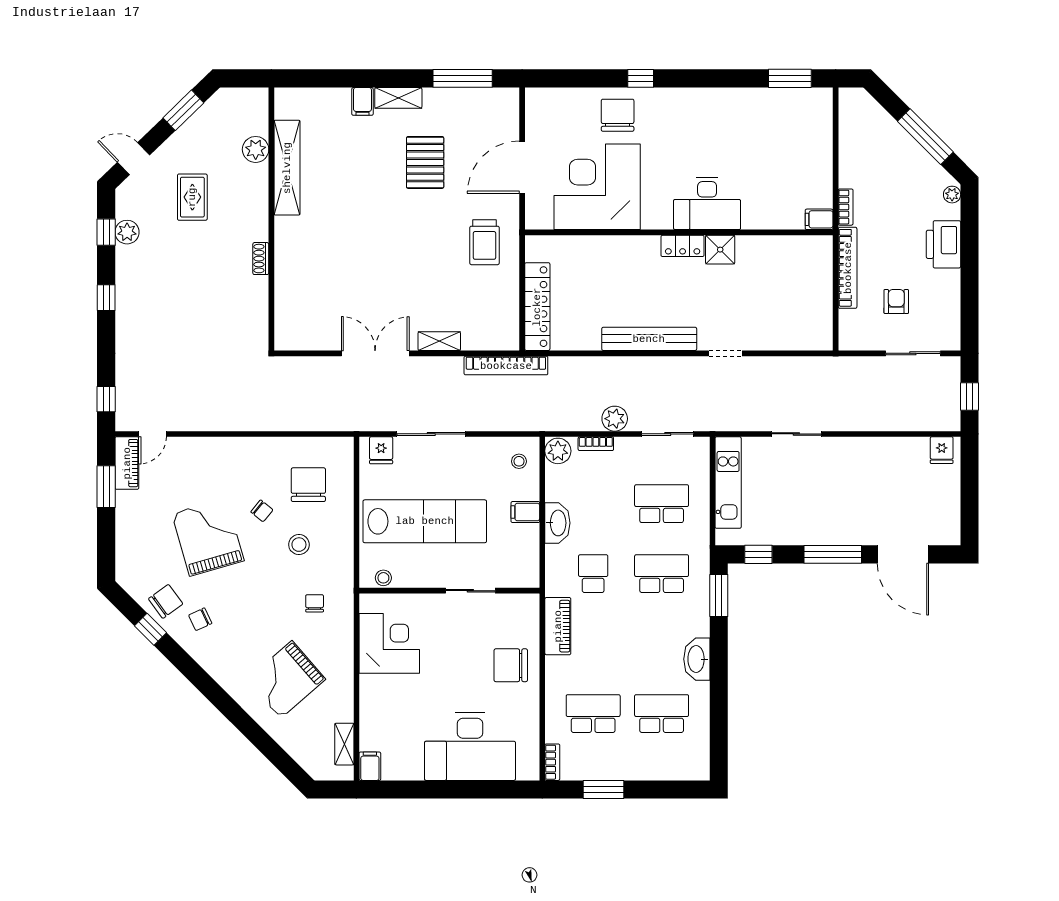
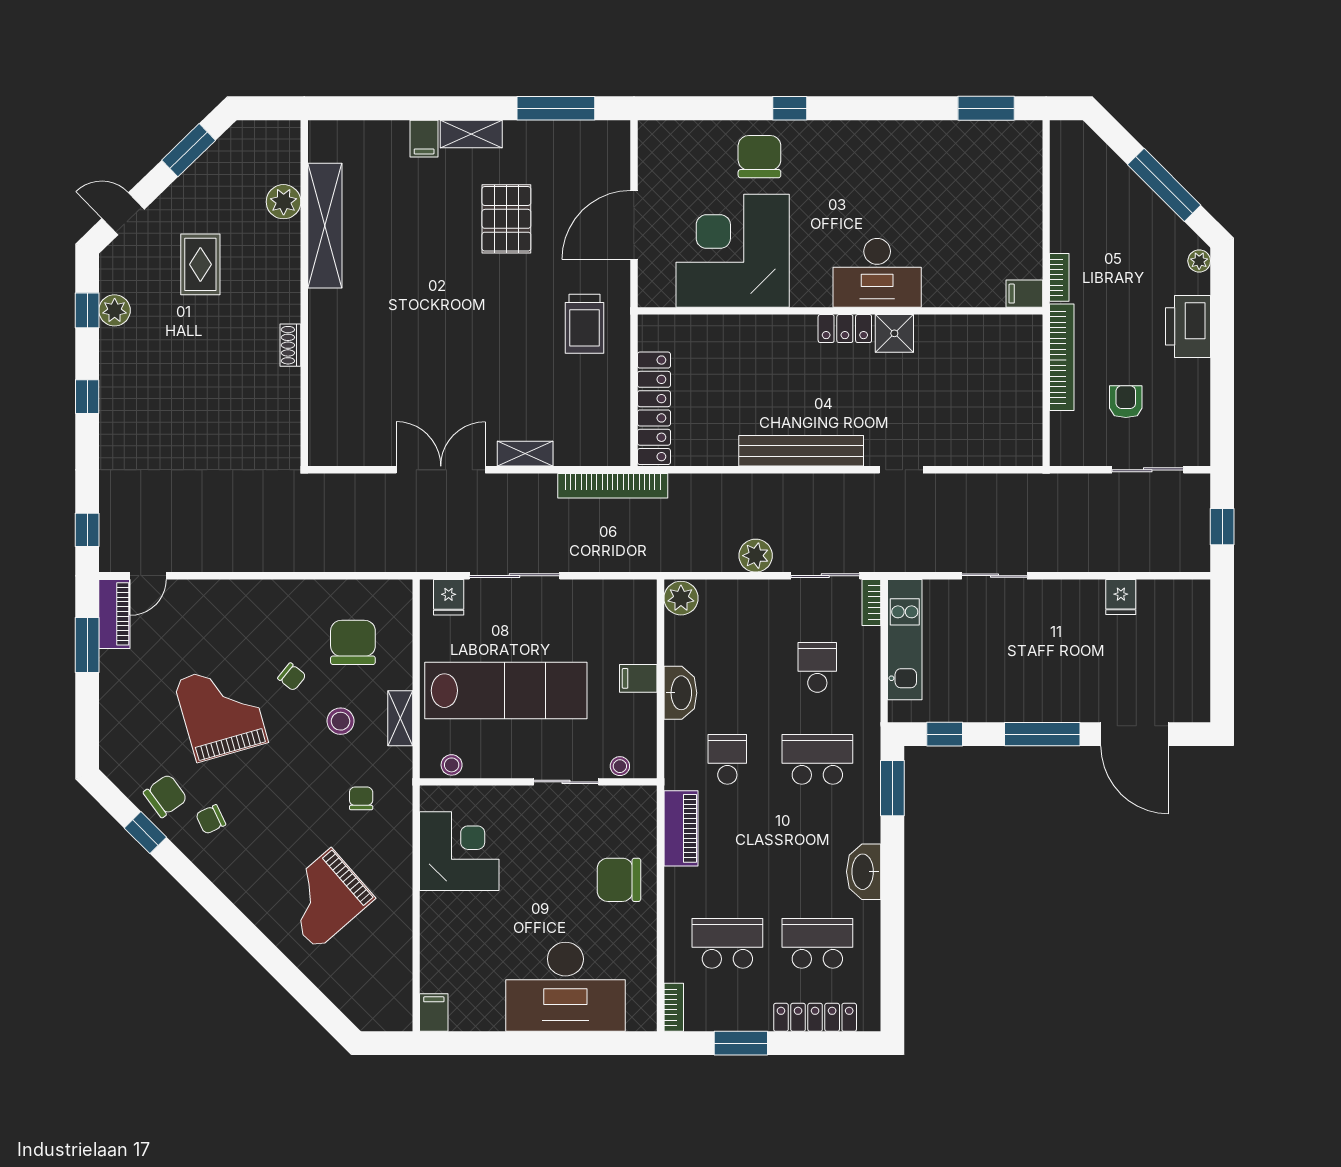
bookcase: (596, 444) -> (871, 602), moved, turned 90
fridge: (942, 450) -> (1121, 597), moved
stool: (519, 461) -> (620, 766), moved
school desk: (662, 504) -> (817, 667), width x0.54
shelving: (344, 744) -> (400, 718), moved
locker: (660, 770) -> (815, 1017), added

